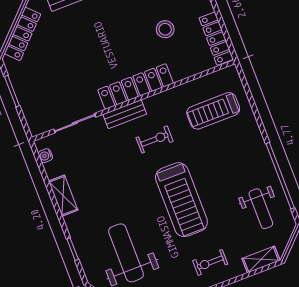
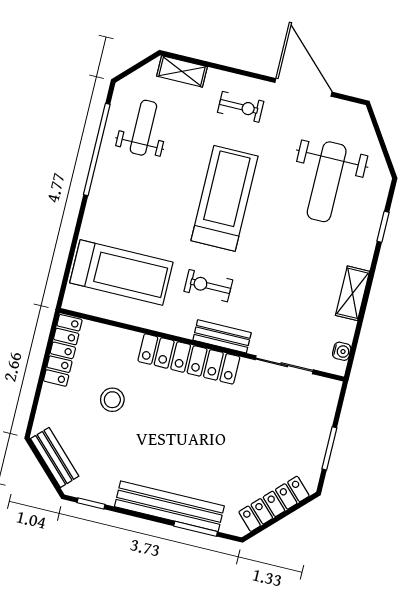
treadmill: (213, 111) -> (121, 273), width x1.37, depth x1.38

